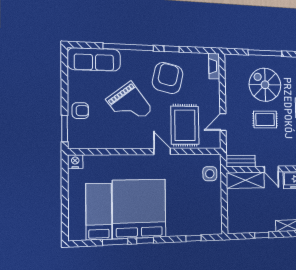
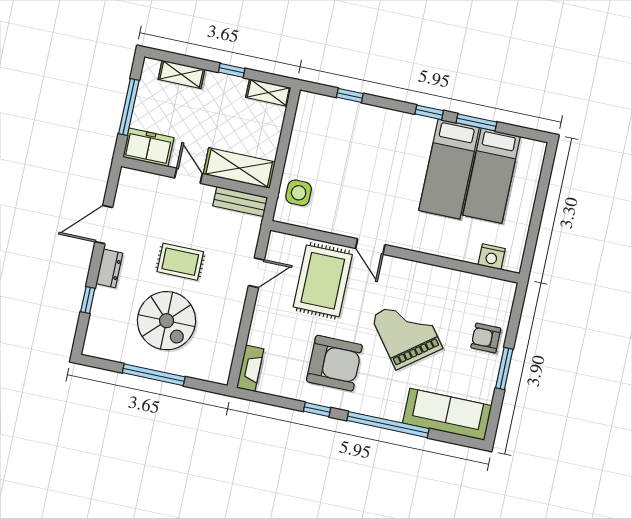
armchair: (168, 78) -> (334, 363), turned -103
window: (65, 129) -> (504, 369), moved
nightstand: (75, 162) -> (492, 257), moved
bed: (139, 209) -> (449, 169), width x0.49
shelving: (239, 228) -> (268, 92), added

